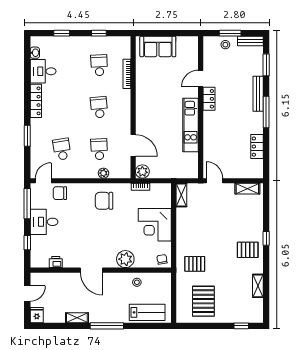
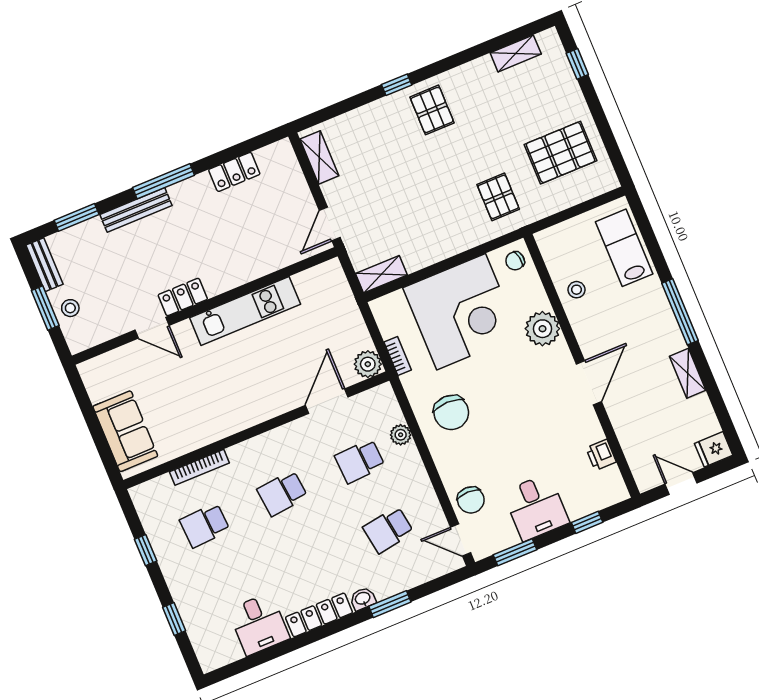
washbasin: (35, 53) -> (363, 599), moved
window: (27, 204) -> (515, 552), width x0.69
corner desk: (155, 225) -> (461, 312), width x1.36, depth x1.36
shelving: (258, 286) -> (516, 53), moved

